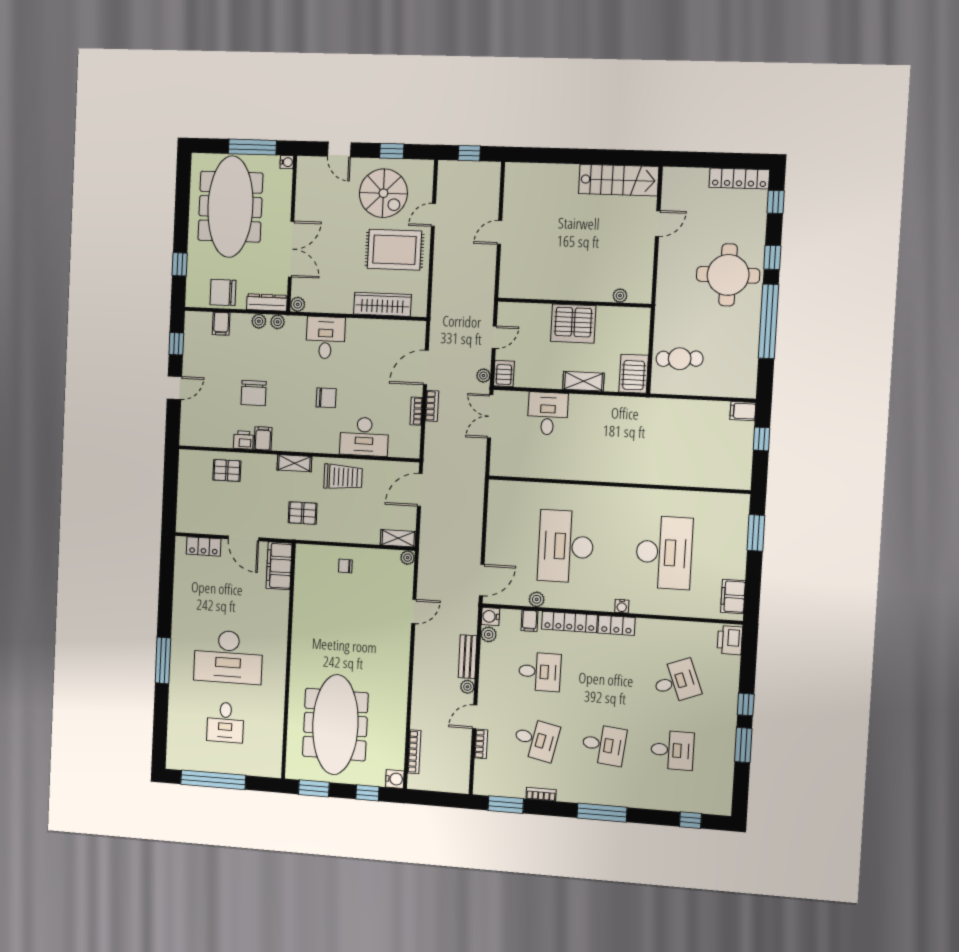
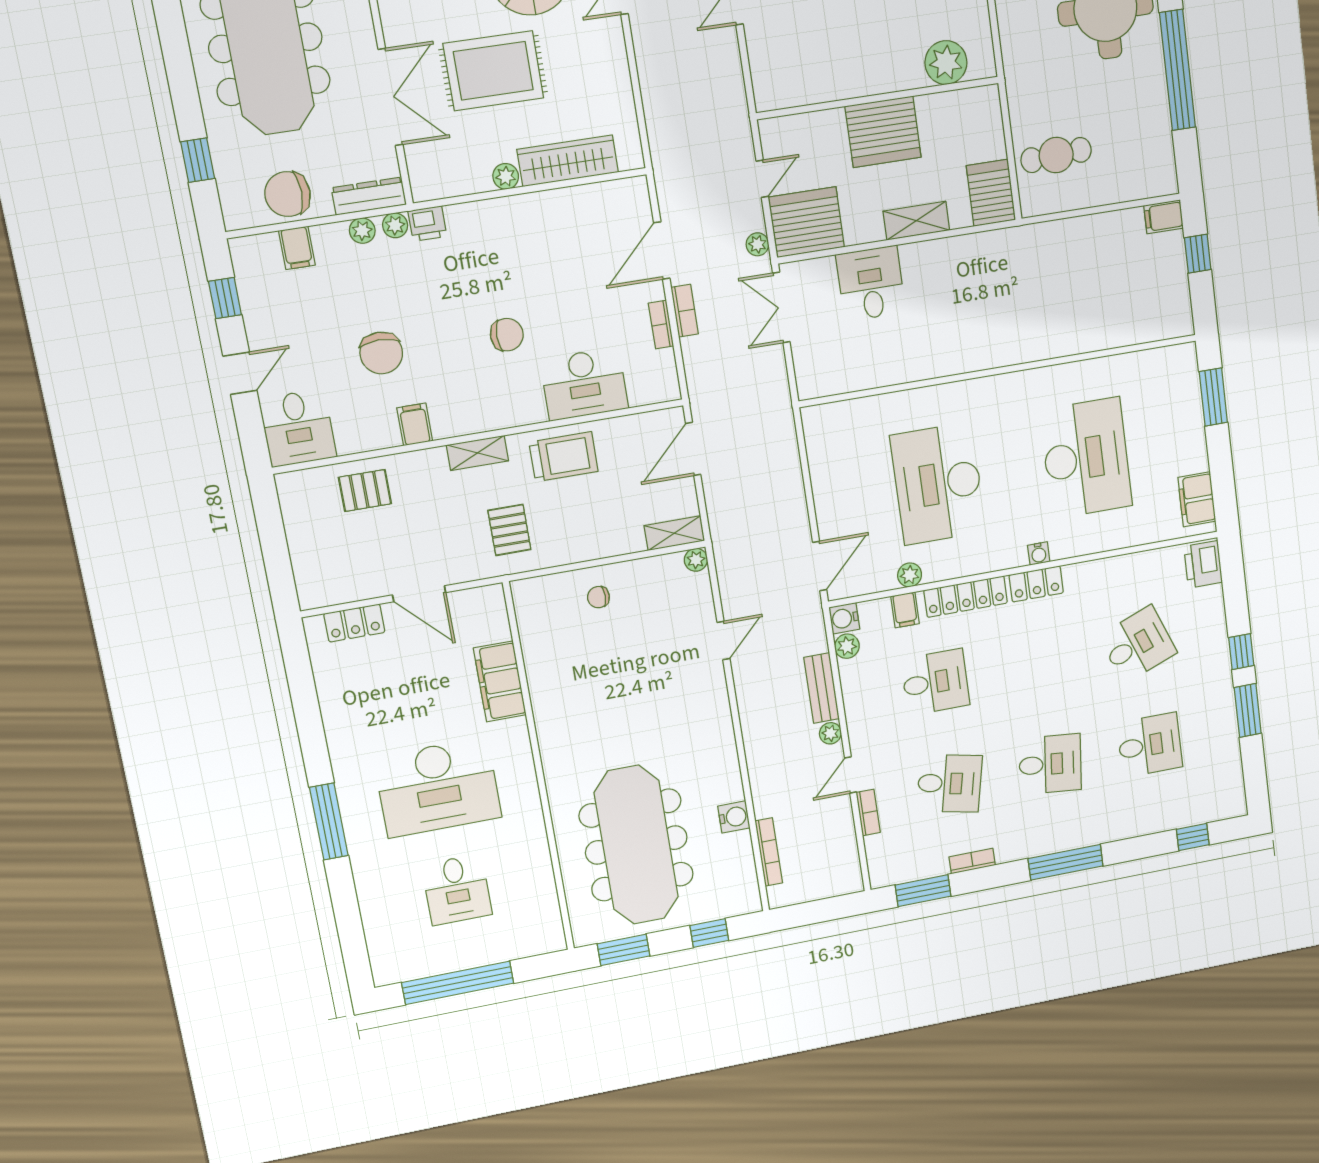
rug: (394, 250) -> (493, 71), moved
plant: (620, 296) -> (946, 63), width x1.88, depth x1.88
plant: (298, 304) -> (506, 176), moved
desk: (325, 338) -> (298, 428), moved, turned 180
server rack: (504, 373) -> (806, 222), width x2.18, depth x1.44
printer: (243, 440) -> (427, 224), moved, turned 180
pallet: (303, 513) -> (509, 530), turned 90
filing cabinet: (279, 566) -> (500, 681), moved
water cooler: (395, 779) -> (734, 817), moved

